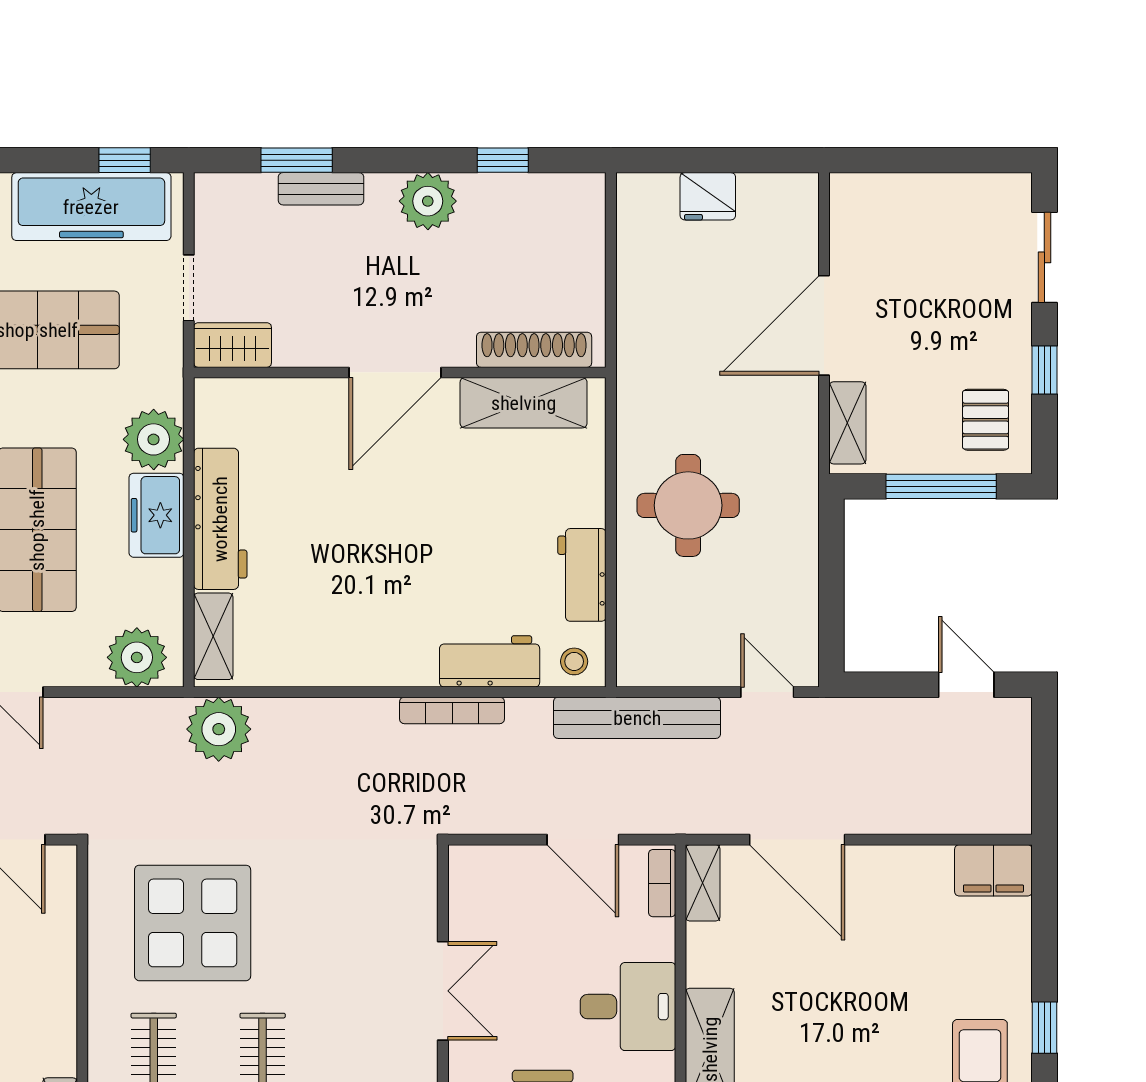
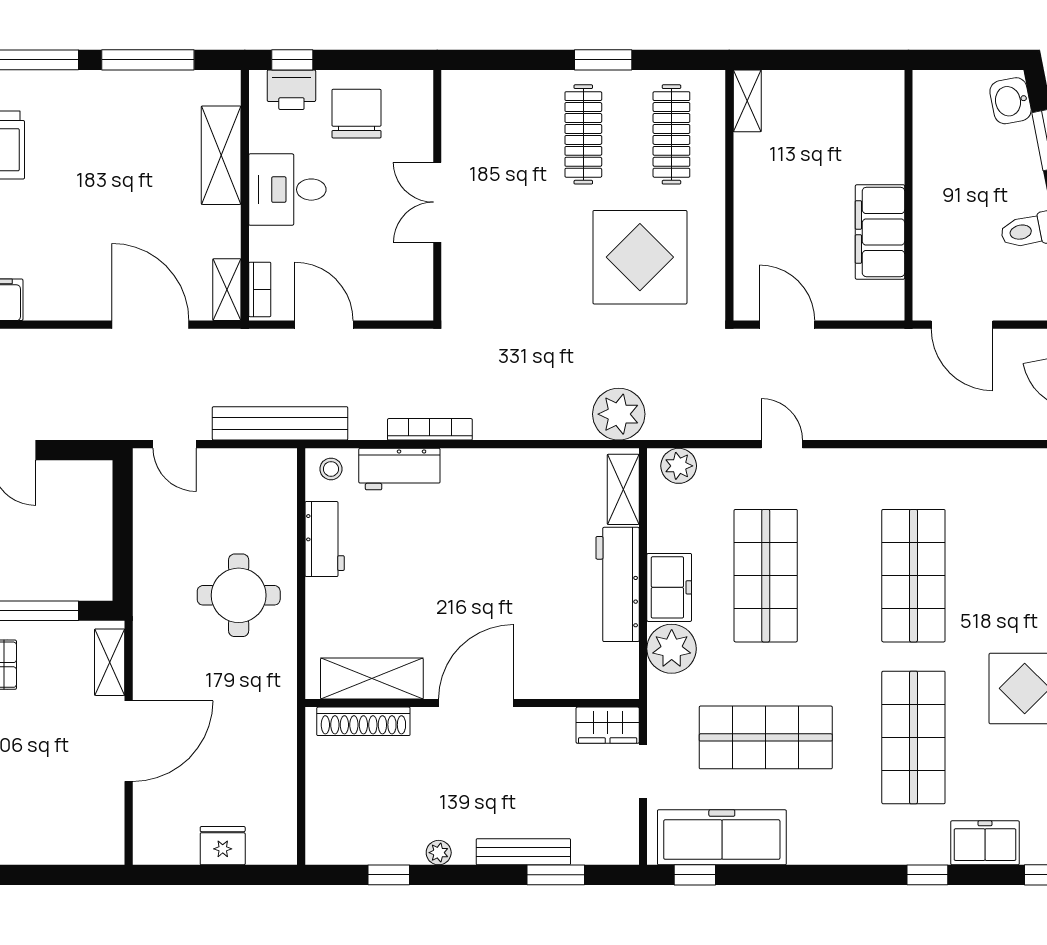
bench: (321, 189) -> (523, 852), width x1.36
plant: (428, 201) -> (439, 853), width x0.53, depth x0.53
plant: (137, 657) -> (679, 466), width x0.73, depth x0.73

